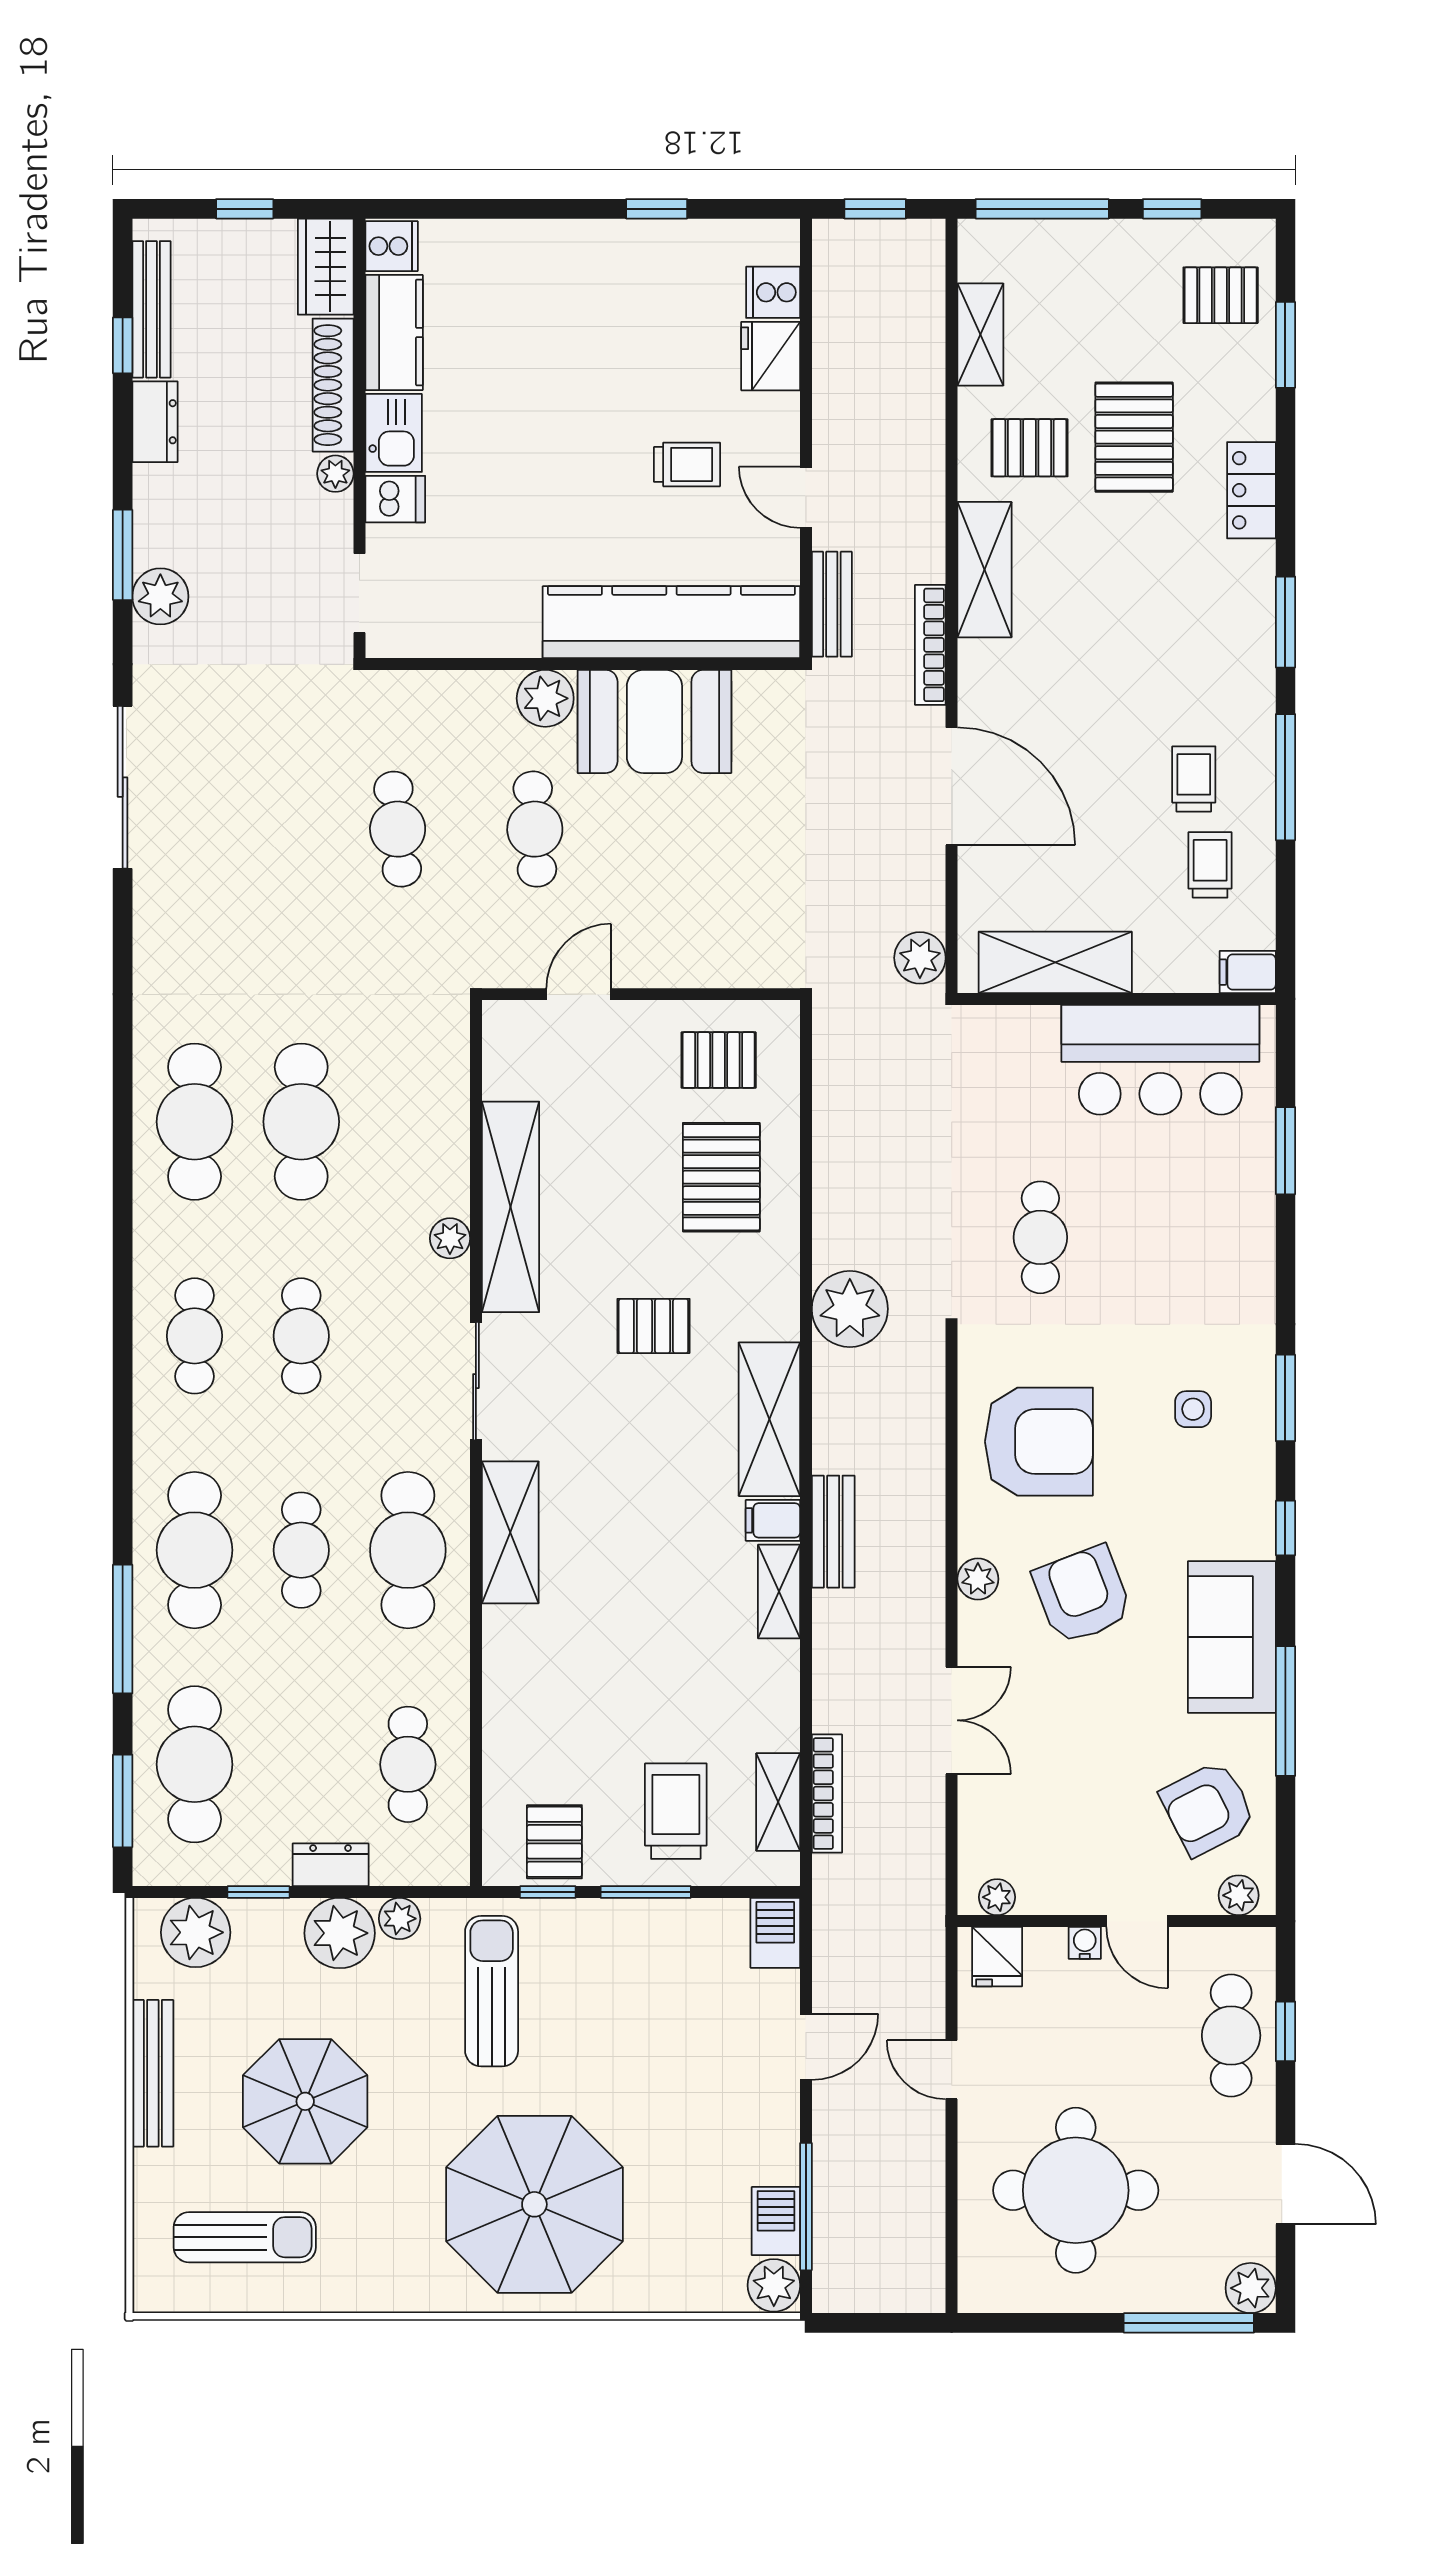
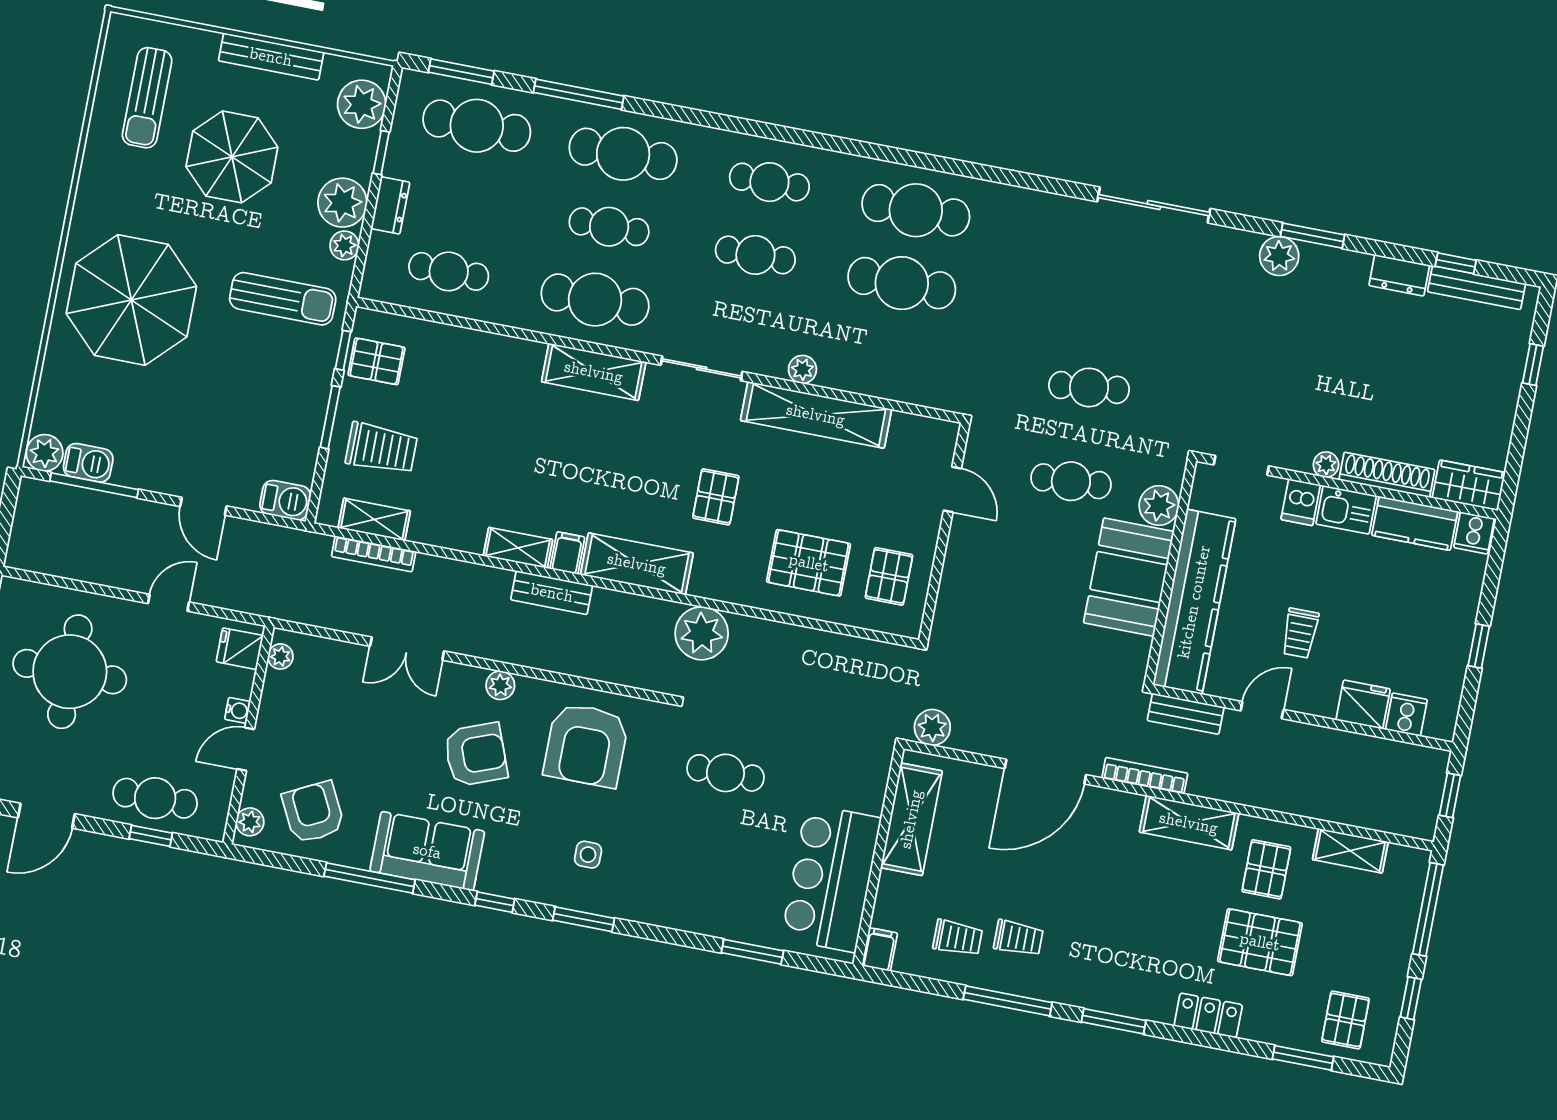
cooker: (392, 246) -> (1474, 533), moved
wardrobe: (326, 267) -> (1469, 485), moved
kitchen counter: (394, 332) -> (1415, 523), moved
shoe rack: (333, 385) -> (1387, 475), moved
kitchen sink: (394, 433) -> (1346, 510), moved
wall: (359, 438) -> (1347, 486), moved
plant: (335, 474) -> (1326, 465), moved
dishwasher: (395, 499) -> (1301, 502), moved
doorway: (359, 593) -> (1241, 465), moved

